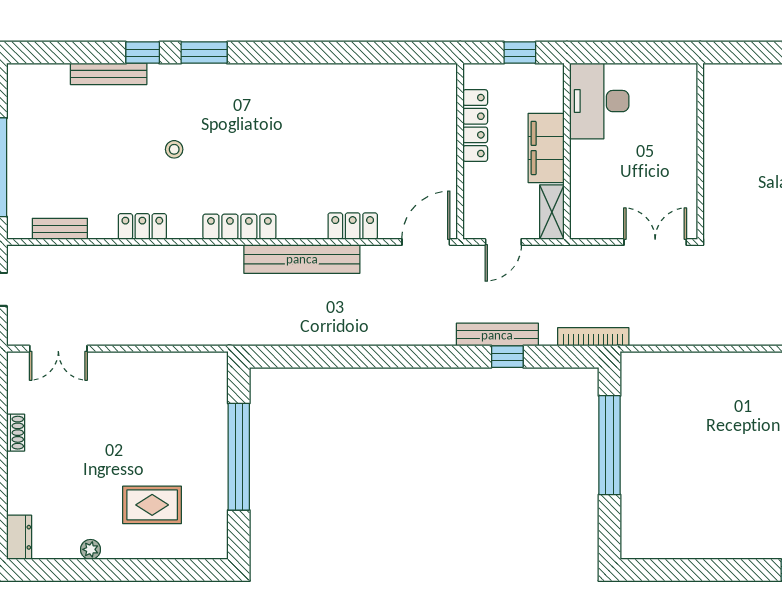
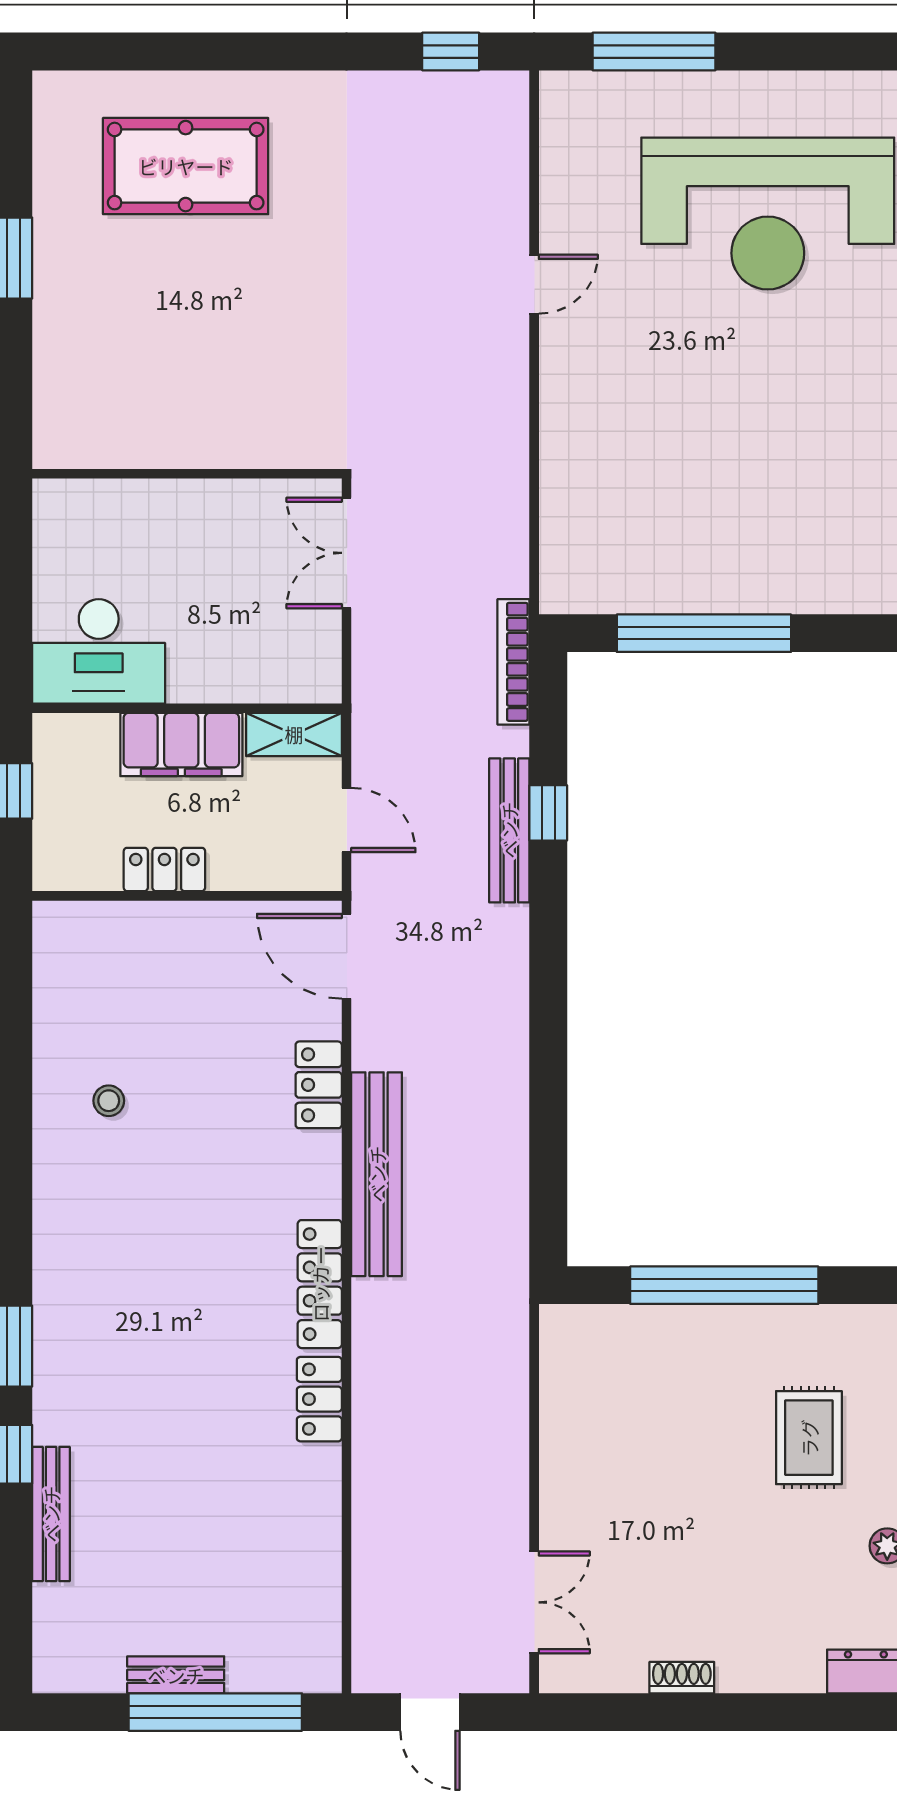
locker: (475, 126) -> (164, 869), width x0.66
stool: (174, 149) -> (109, 1101), moved
locker: (142, 226) -> (319, 1399), moved
bench: (60, 229) -> (176, 1675), moved, turned 90

